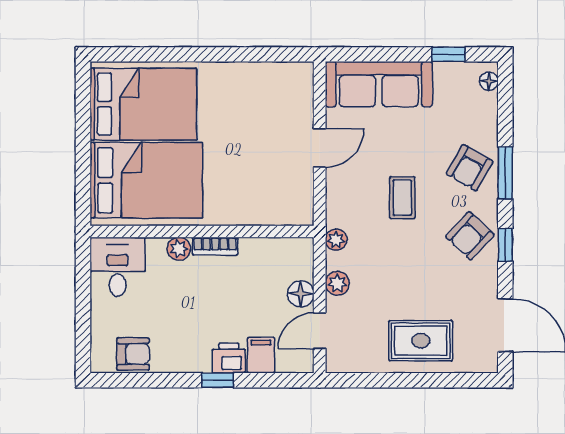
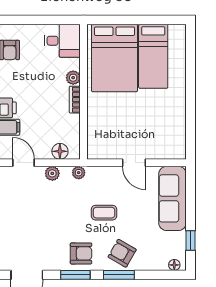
bed: (143, 104) -> (153, 56), width x0.67
armchair: (470, 236) -> (81, 253), turned 137
window: (505, 245) -> (75, 275), width x1.50
floor lamp: (301, 294) -> (60, 151), moved
rug: (421, 341) -> (18, 224), removed

